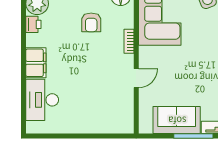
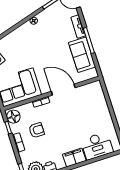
door: (136, 78) -> (63, 90), width x1.87

